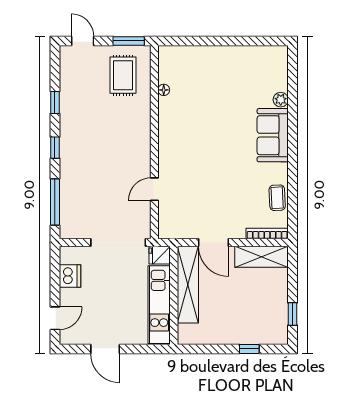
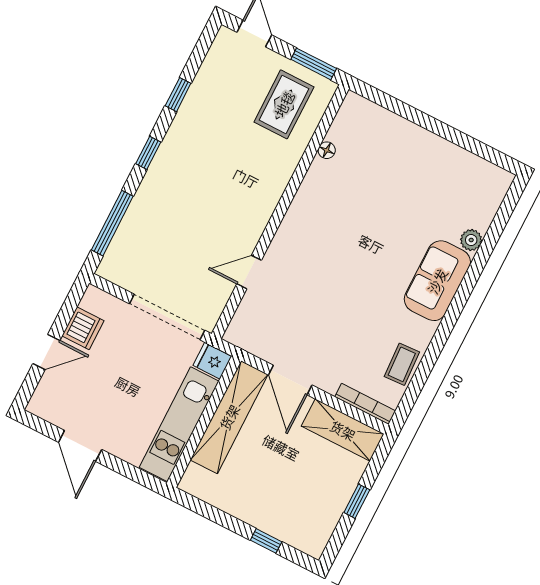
window: (293, 314) -> (357, 501), moved
door: (55, 318) -> (46, 352), moved

